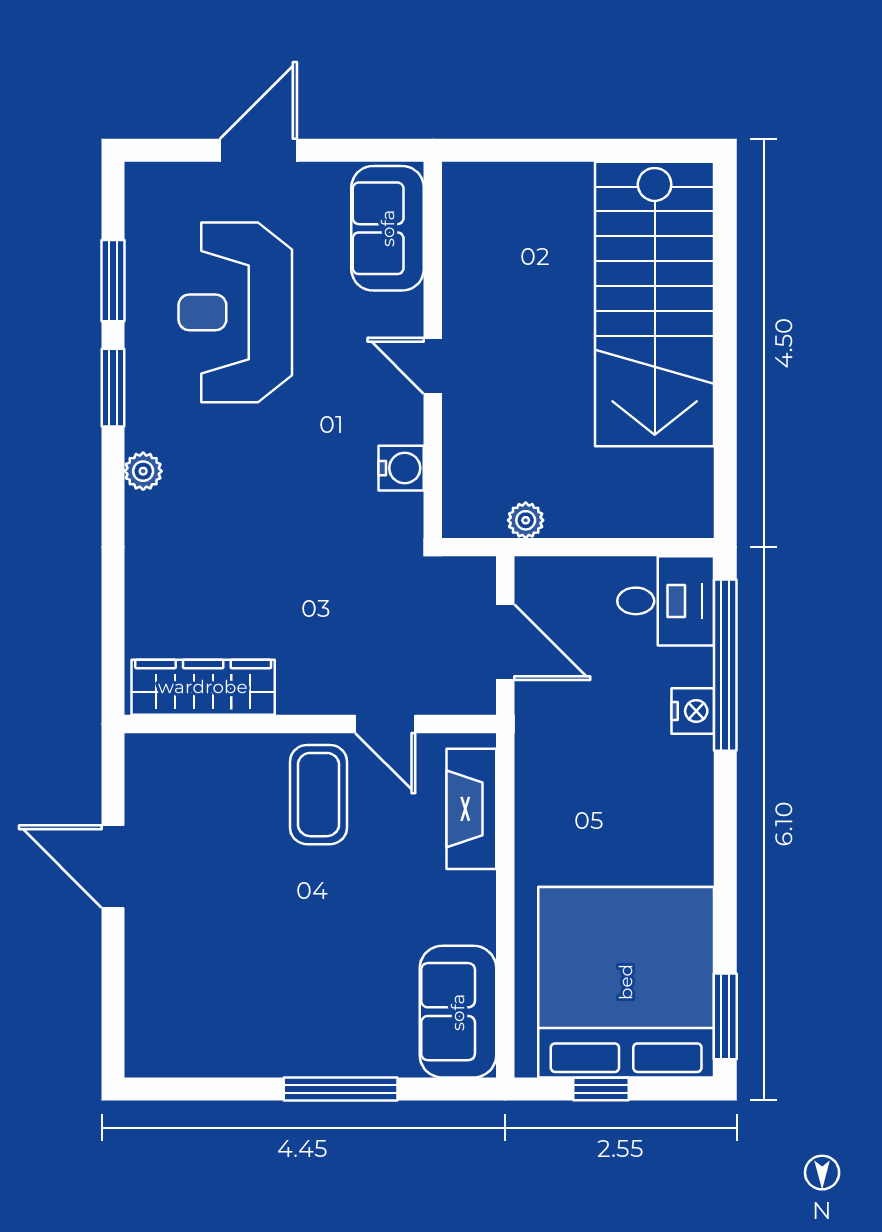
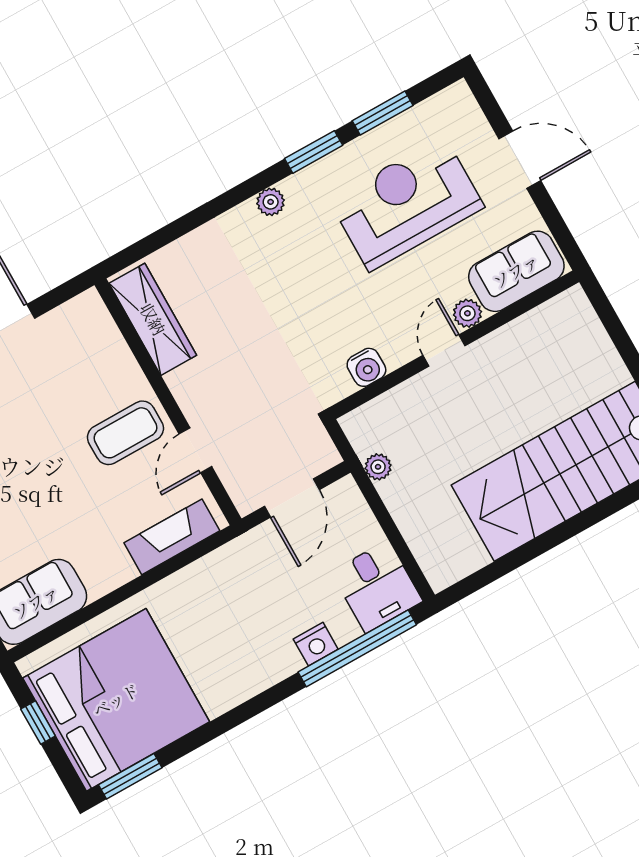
plant: (404, 314) -> (467, 313), added

